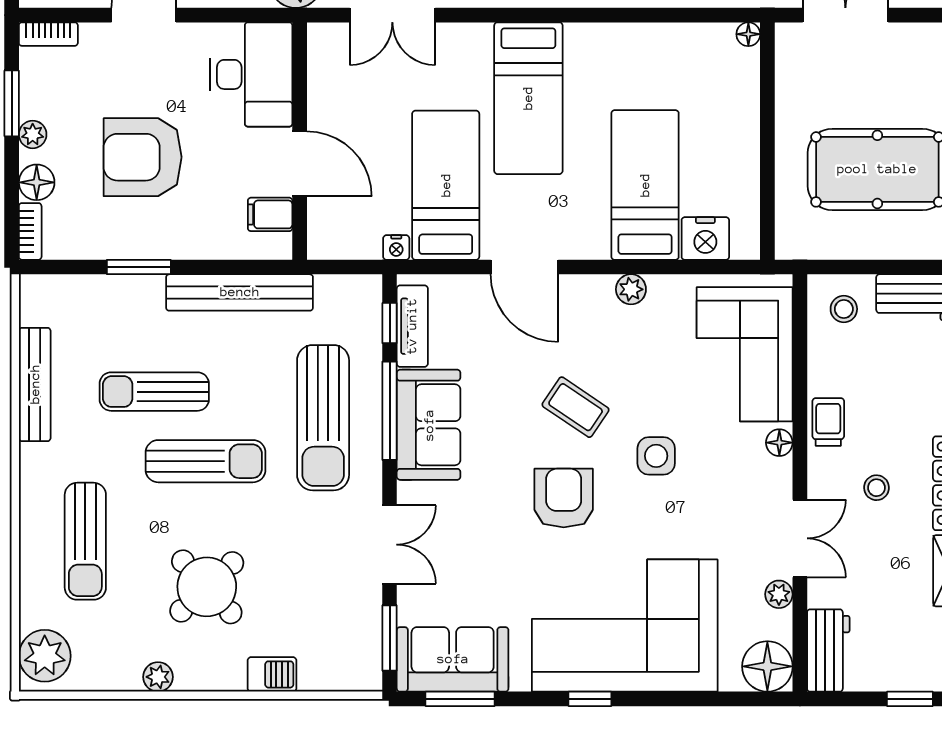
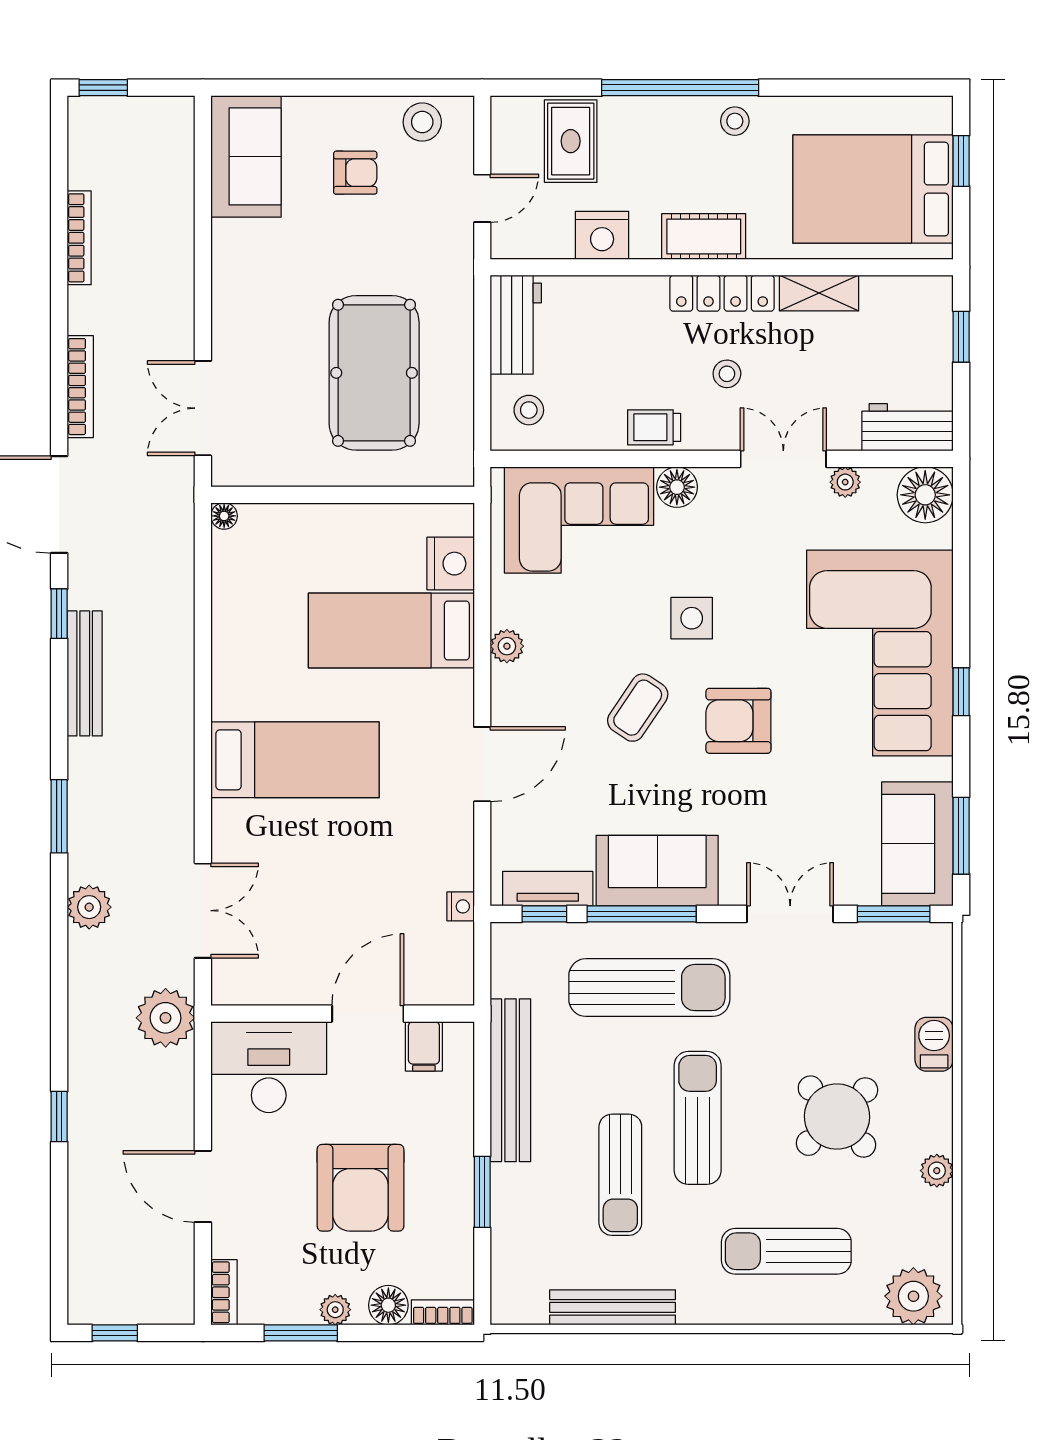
bed: (446, 185) -> (392, 852), removed
floor lamp: (779, 443) -> (677, 487), width x1.37, depth x1.37
sun lounger: (85, 541) -> (786, 1251), turned 180

